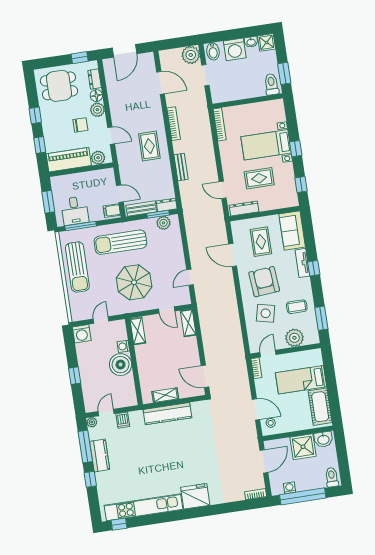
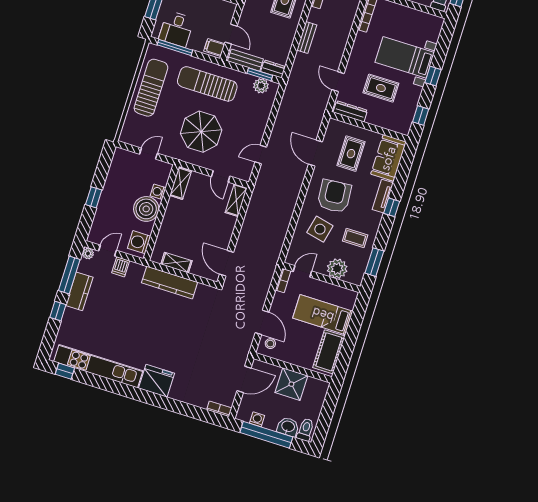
sun lounger: (77, 267) -> (151, 88), turned 180
washing machine: (82, 334) -> (139, 242), moved, turned 90
washbasin: (323, 439) -> (288, 427), moved, turned 180

